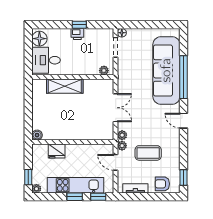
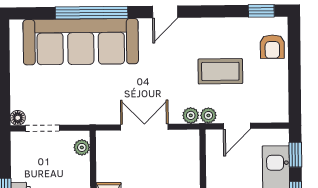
coffee table: (148, 153) -> (220, 71), turned 90
tv unit: (135, 188) -> (281, 92), removed

